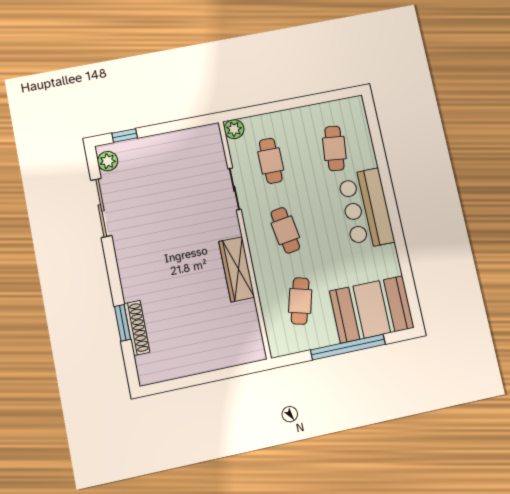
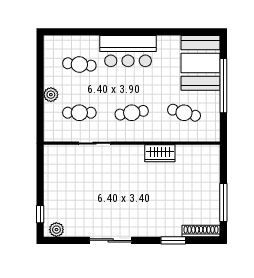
plant: (234, 129) -> (51, 95), moved
sliding door: (101, 208) -> (111, 240), moved
wardrobe: (237, 269) -> (160, 153), width x0.67
shoe rack: (137, 328) -> (201, 231), moved
window: (188, 381) -> (223, 202), added

